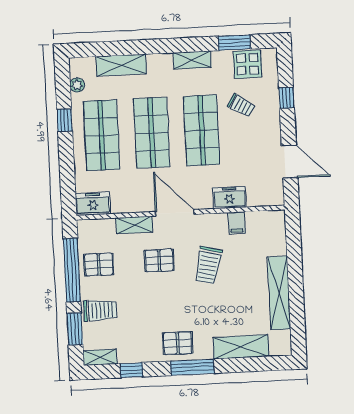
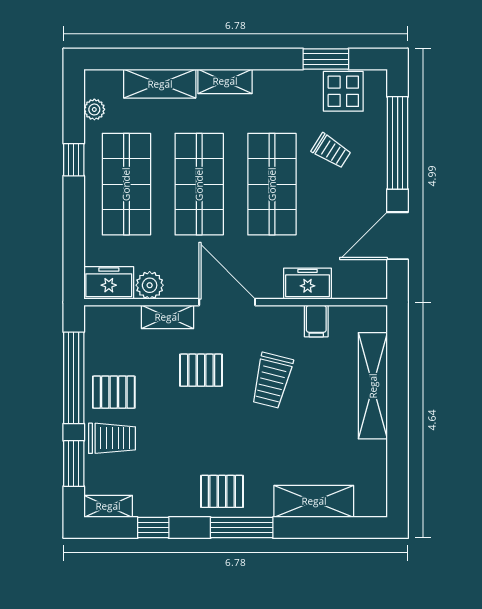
shelving: (192, 60) -> (225, 81), moved
window: (286, 98) -> (398, 143), width x3.17
door: (290, 162) -> (398, 236), swing flipped
plant: (121, 204) -> (150, 285), added
pallet: (99, 264) -> (114, 392), moved
shelving: (279, 293) -> (373, 386), moved

